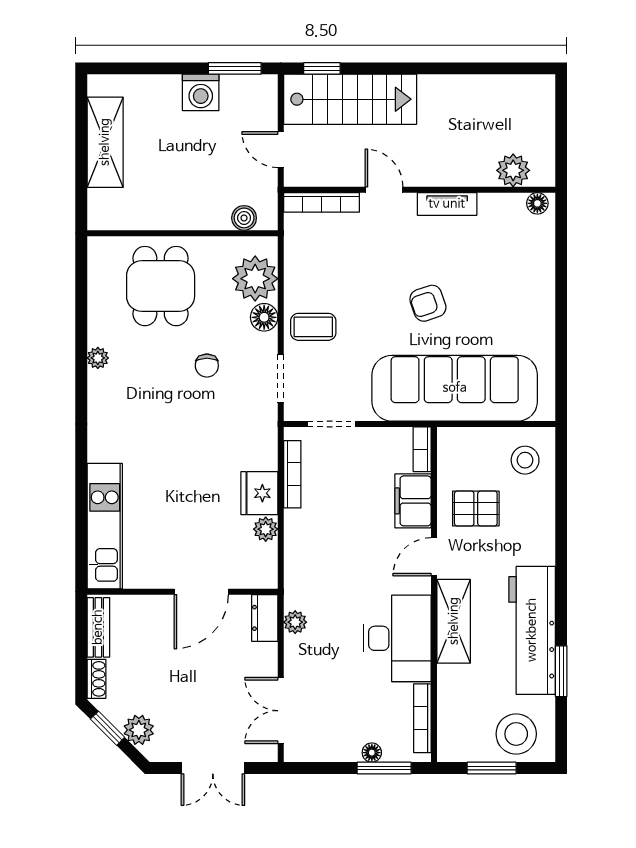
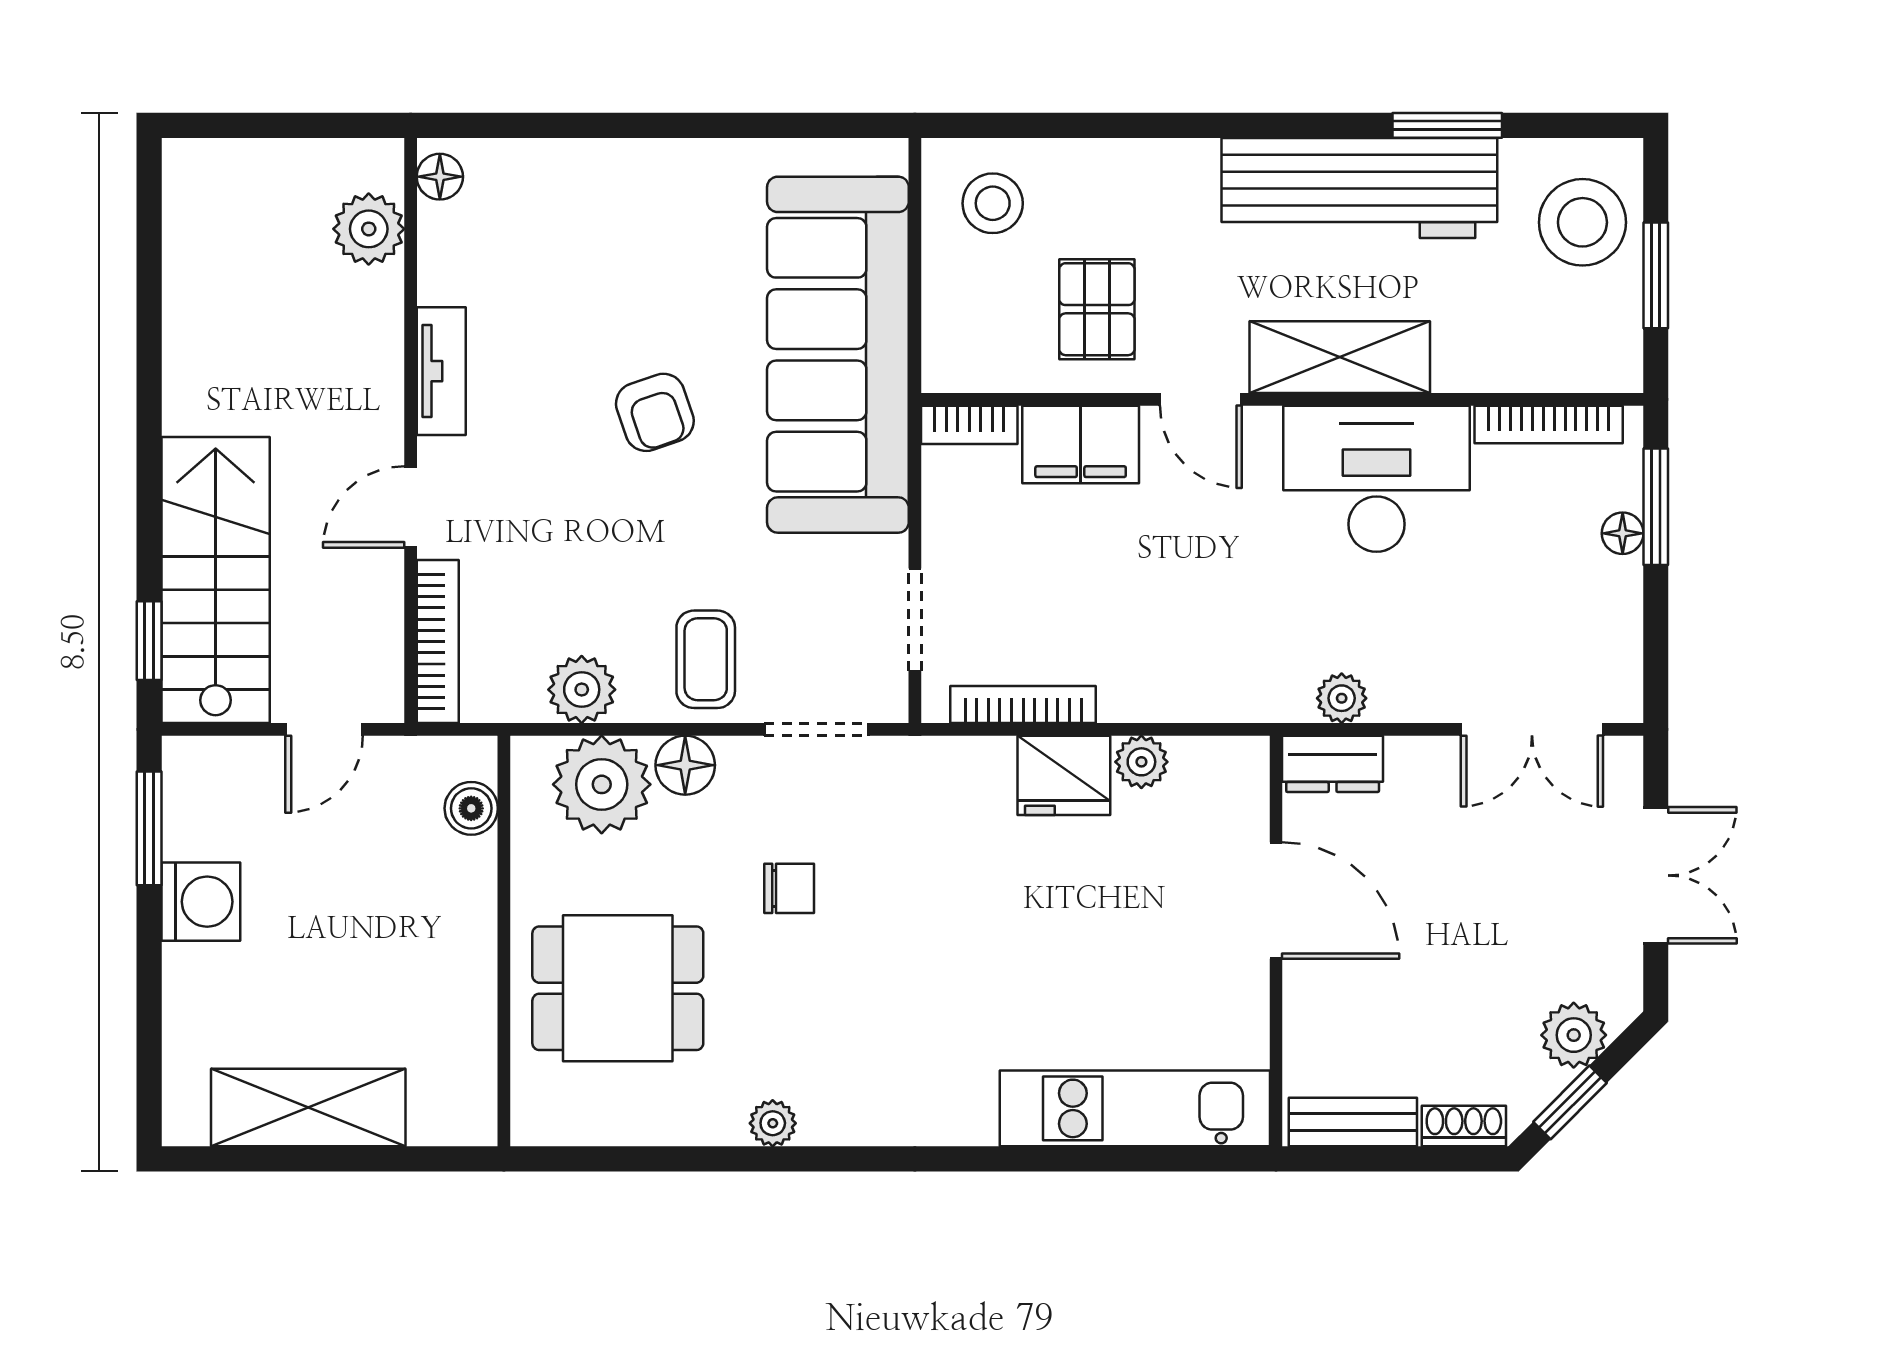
plant: (299, 269) -> (582, 690), added

